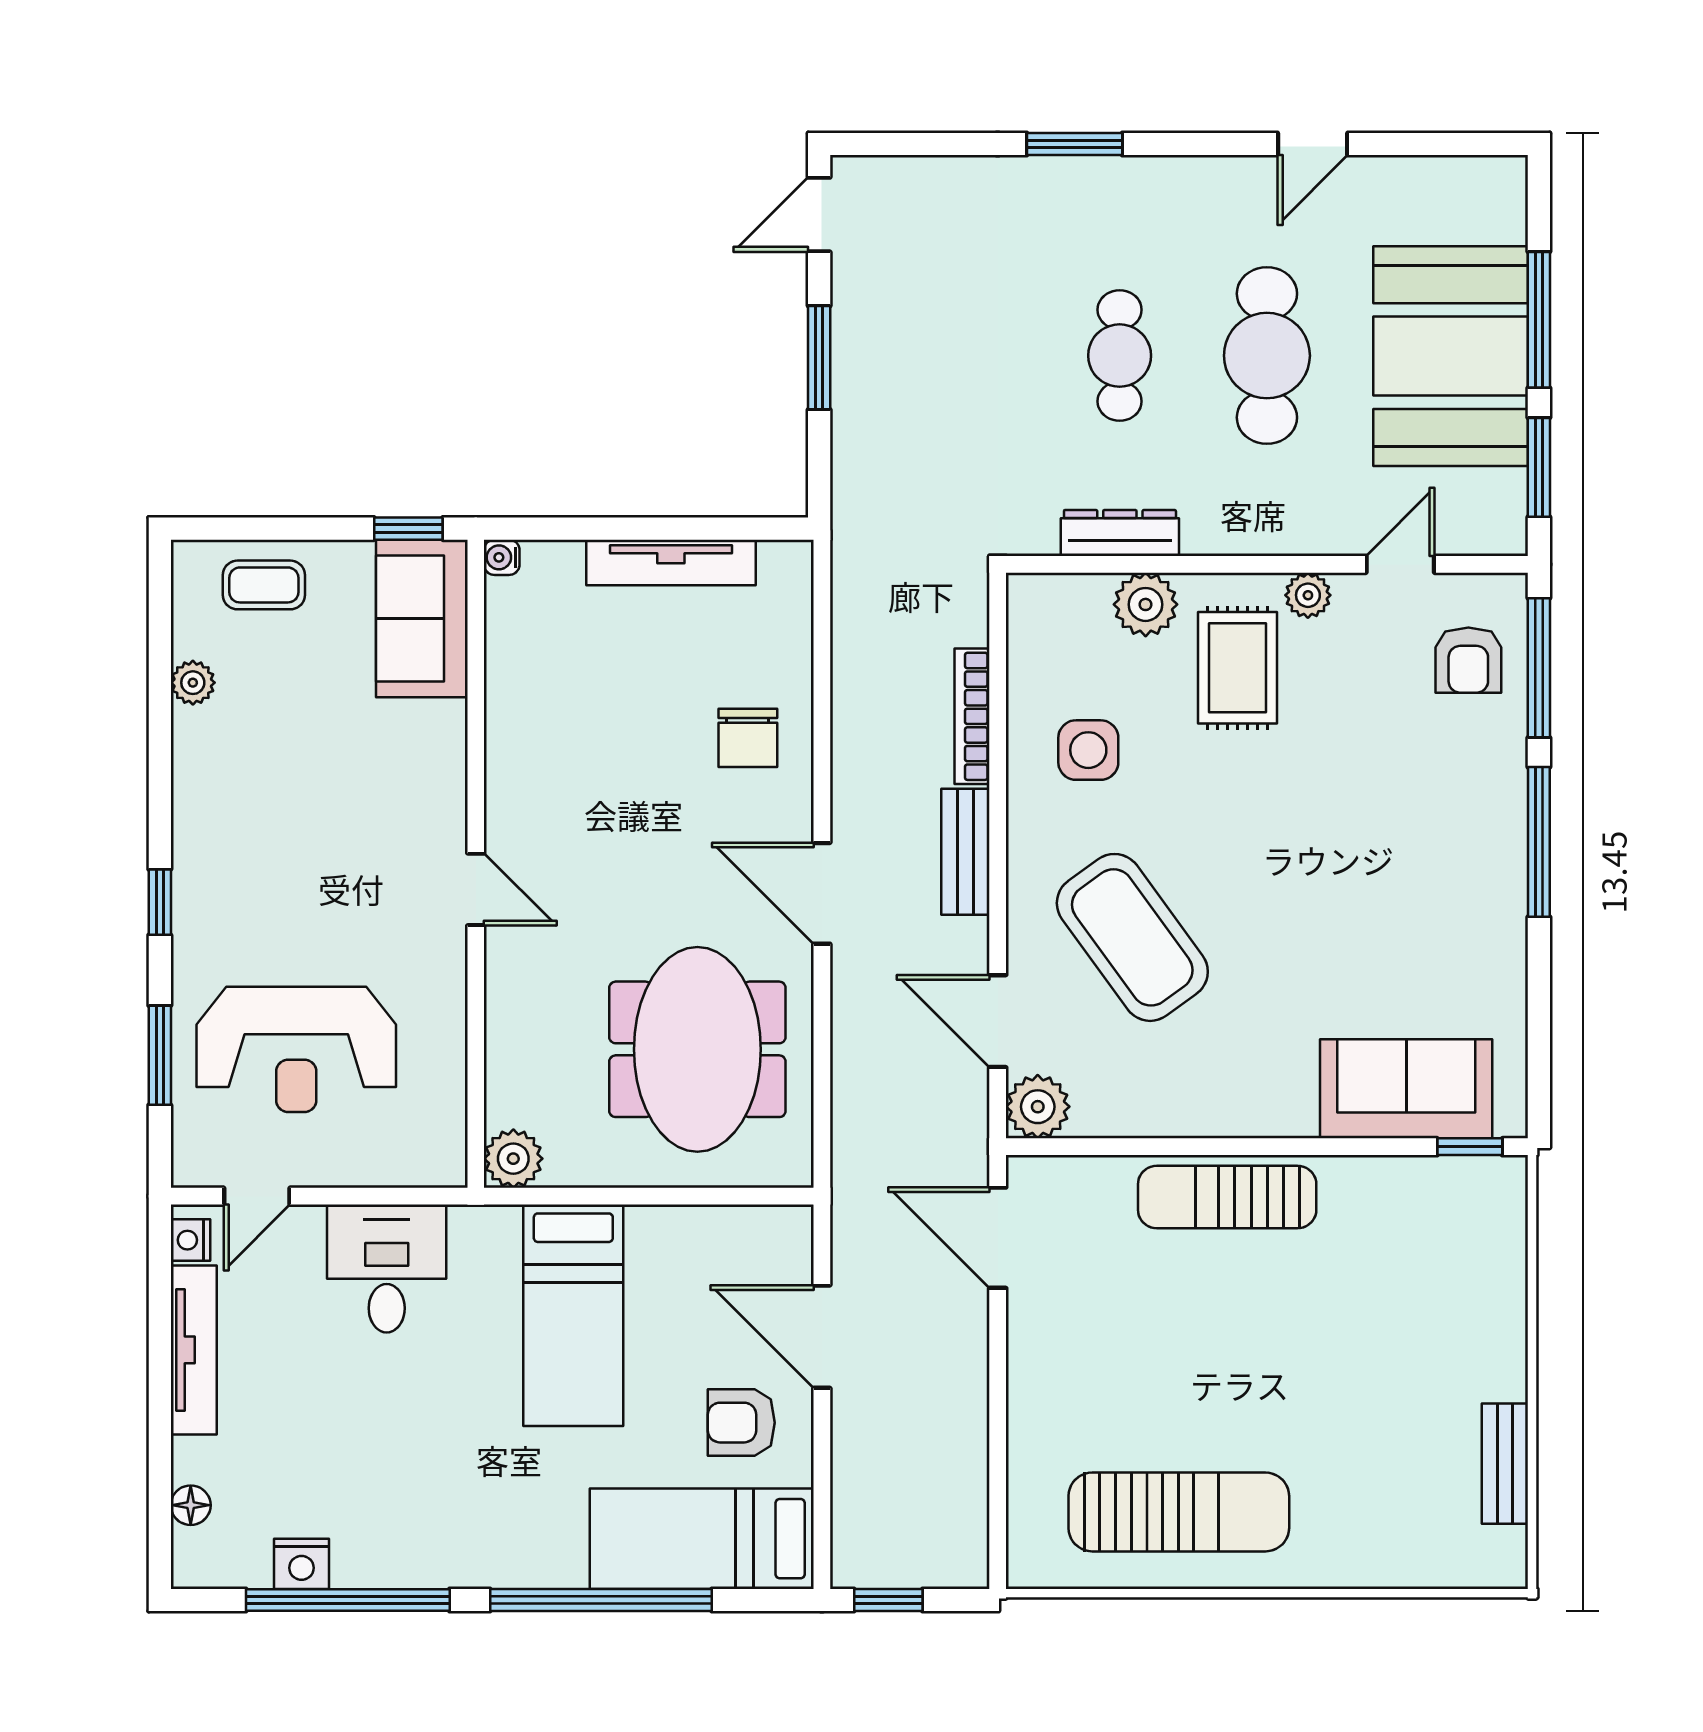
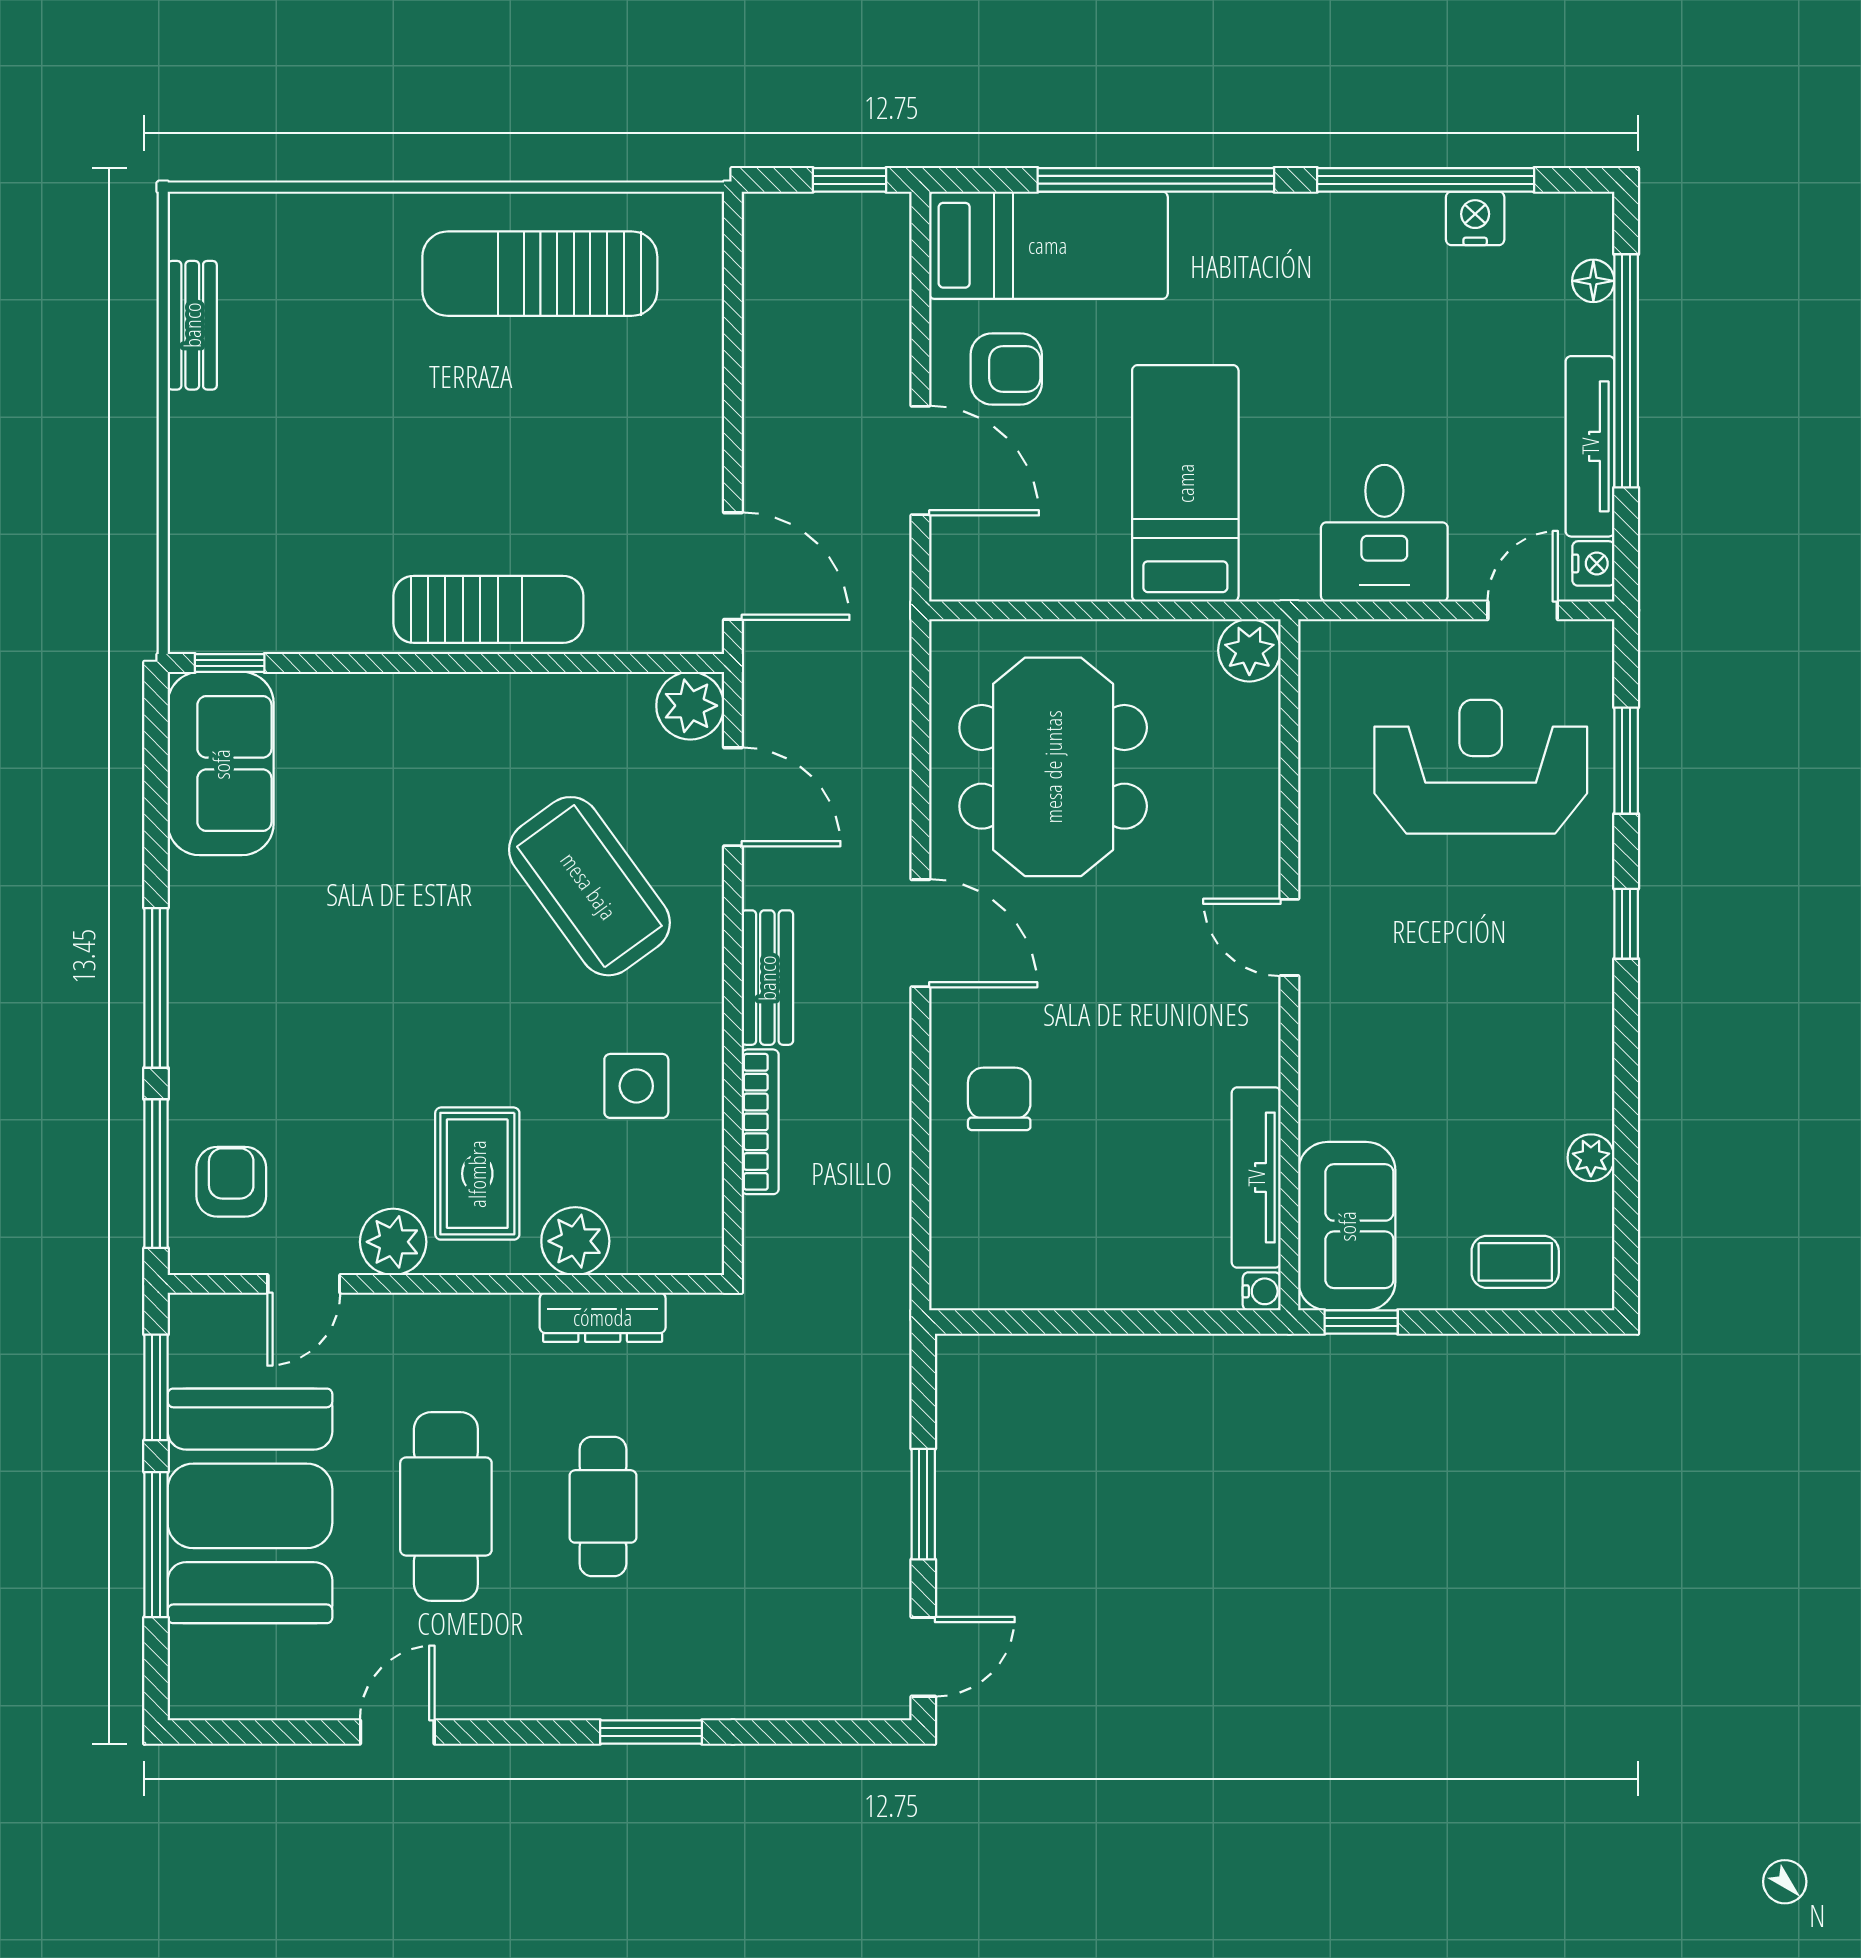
tv unit: (671, 563) -> (1256, 1178), moved, turned -90
plant: (1308, 595) -> (393, 1242), width x1.38, depth x1.38
sofa: (1406, 1089) -> (221, 764), moved, turned -90
window: (160, 1421) -> (1626, 371), added

